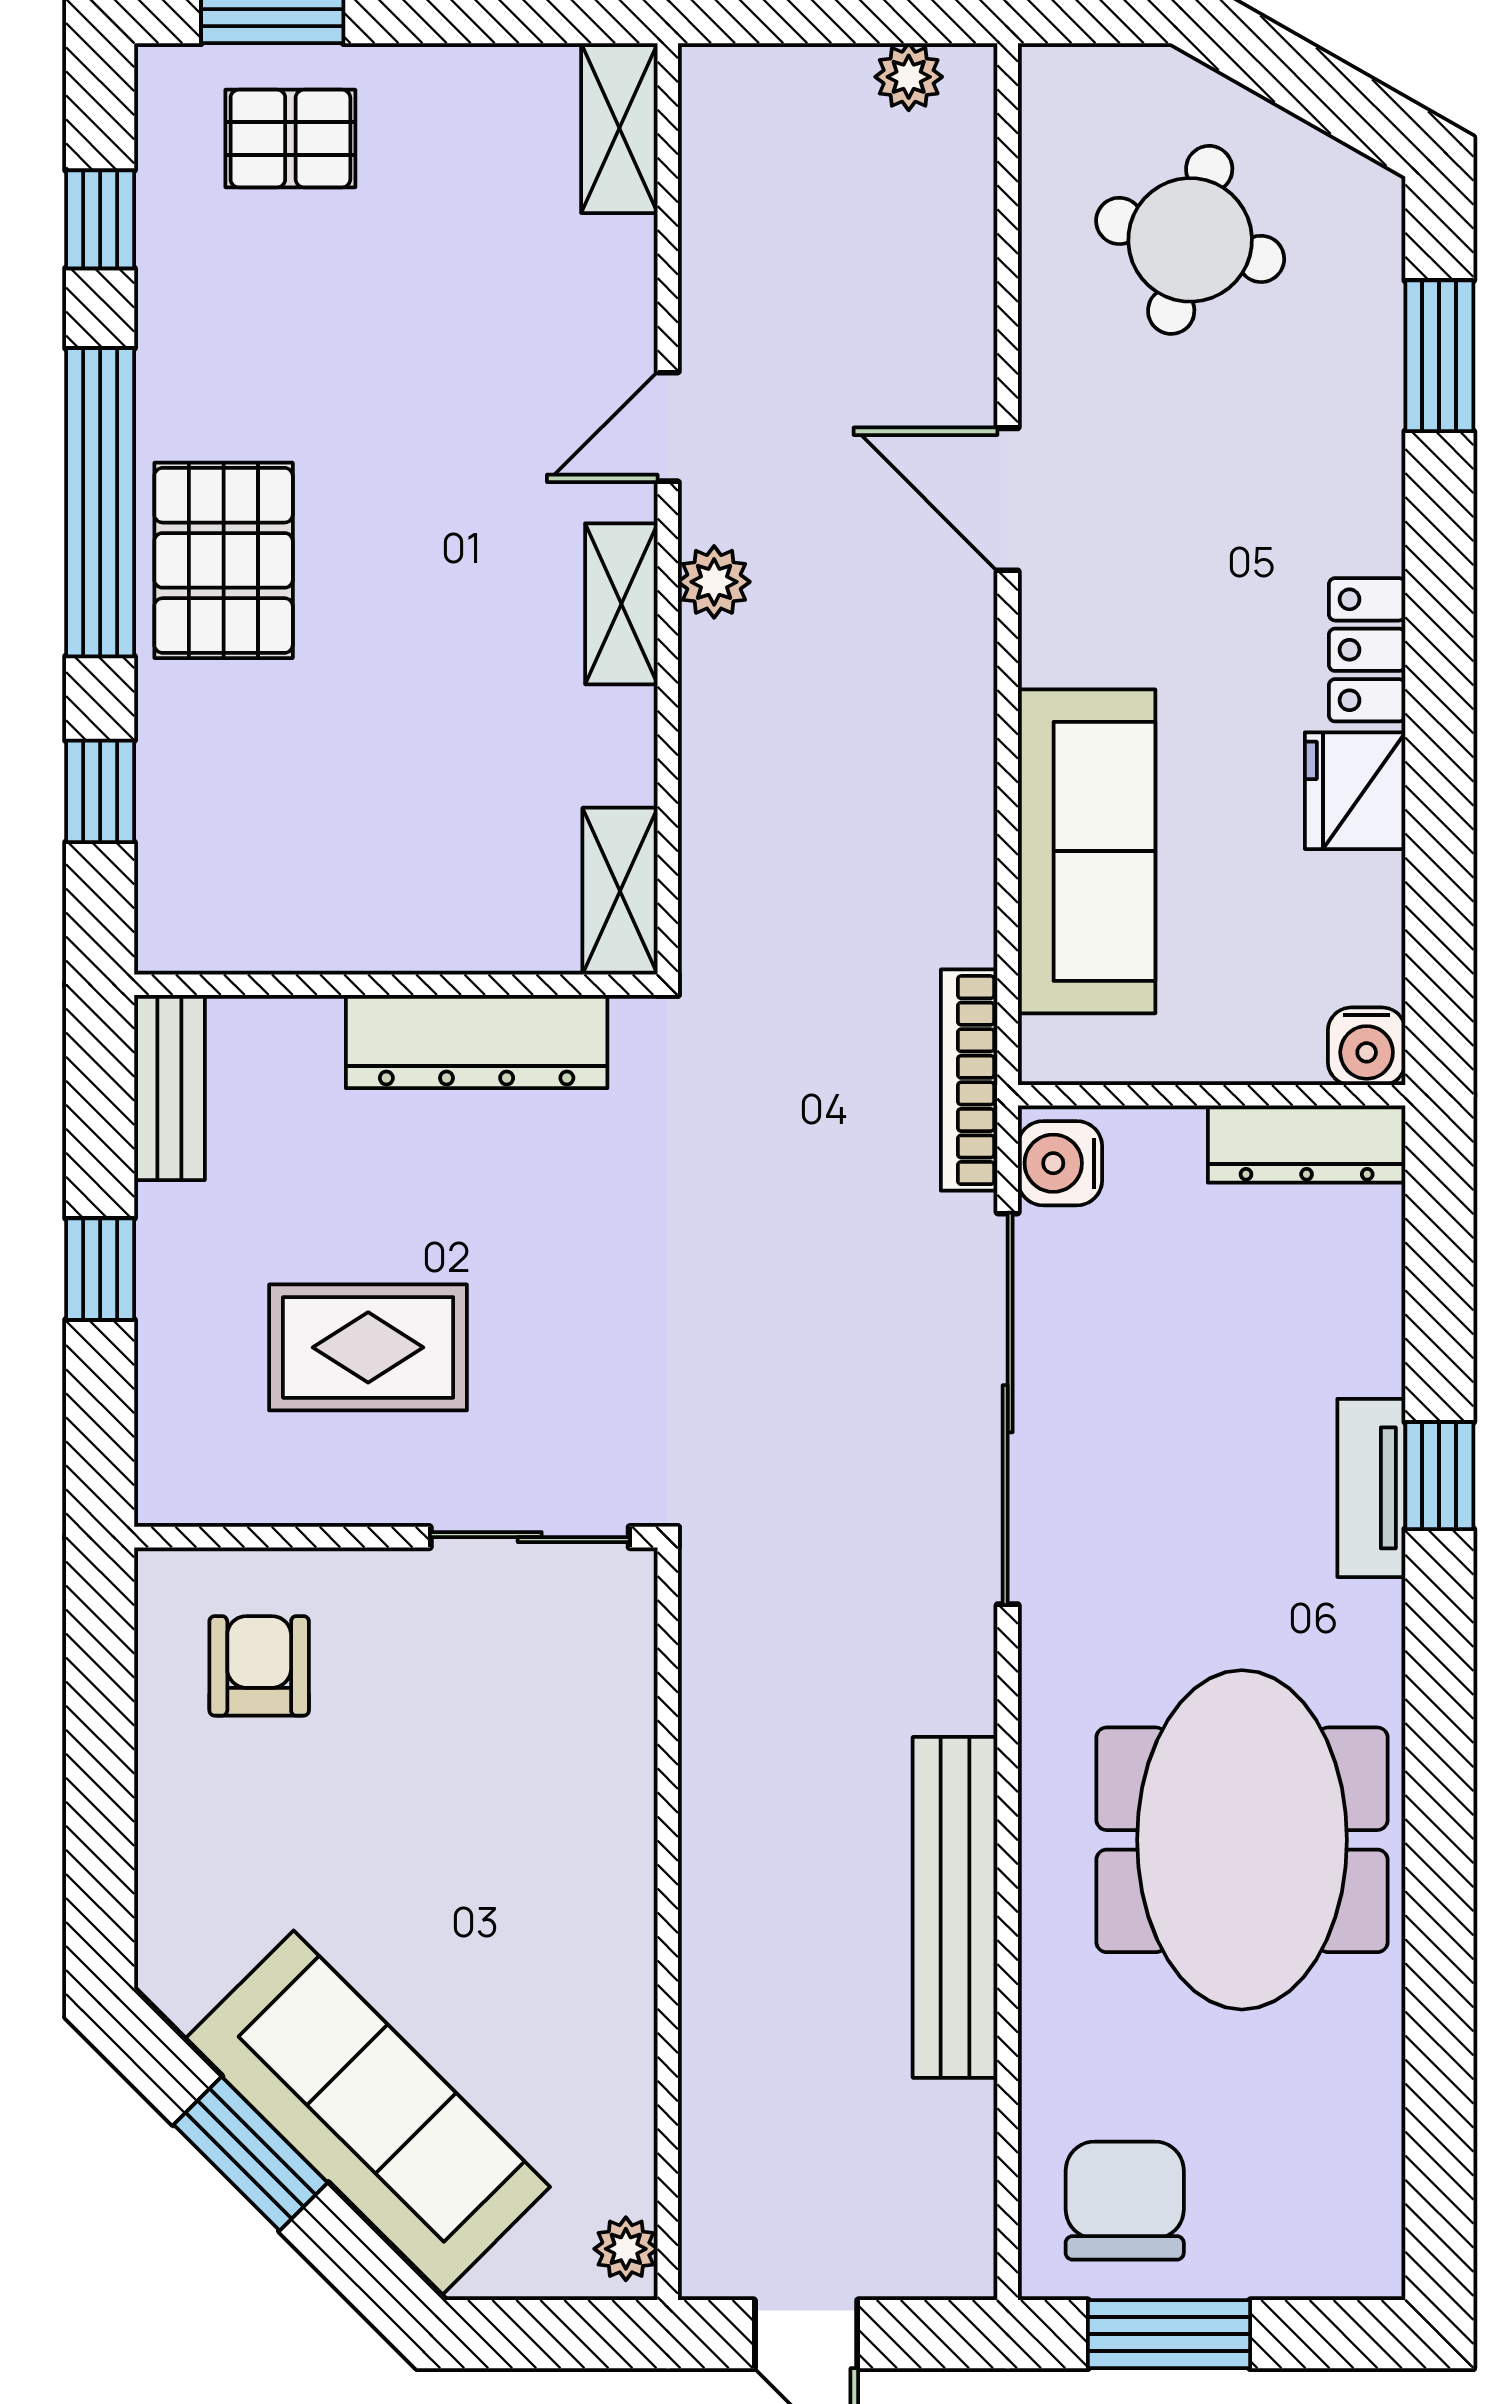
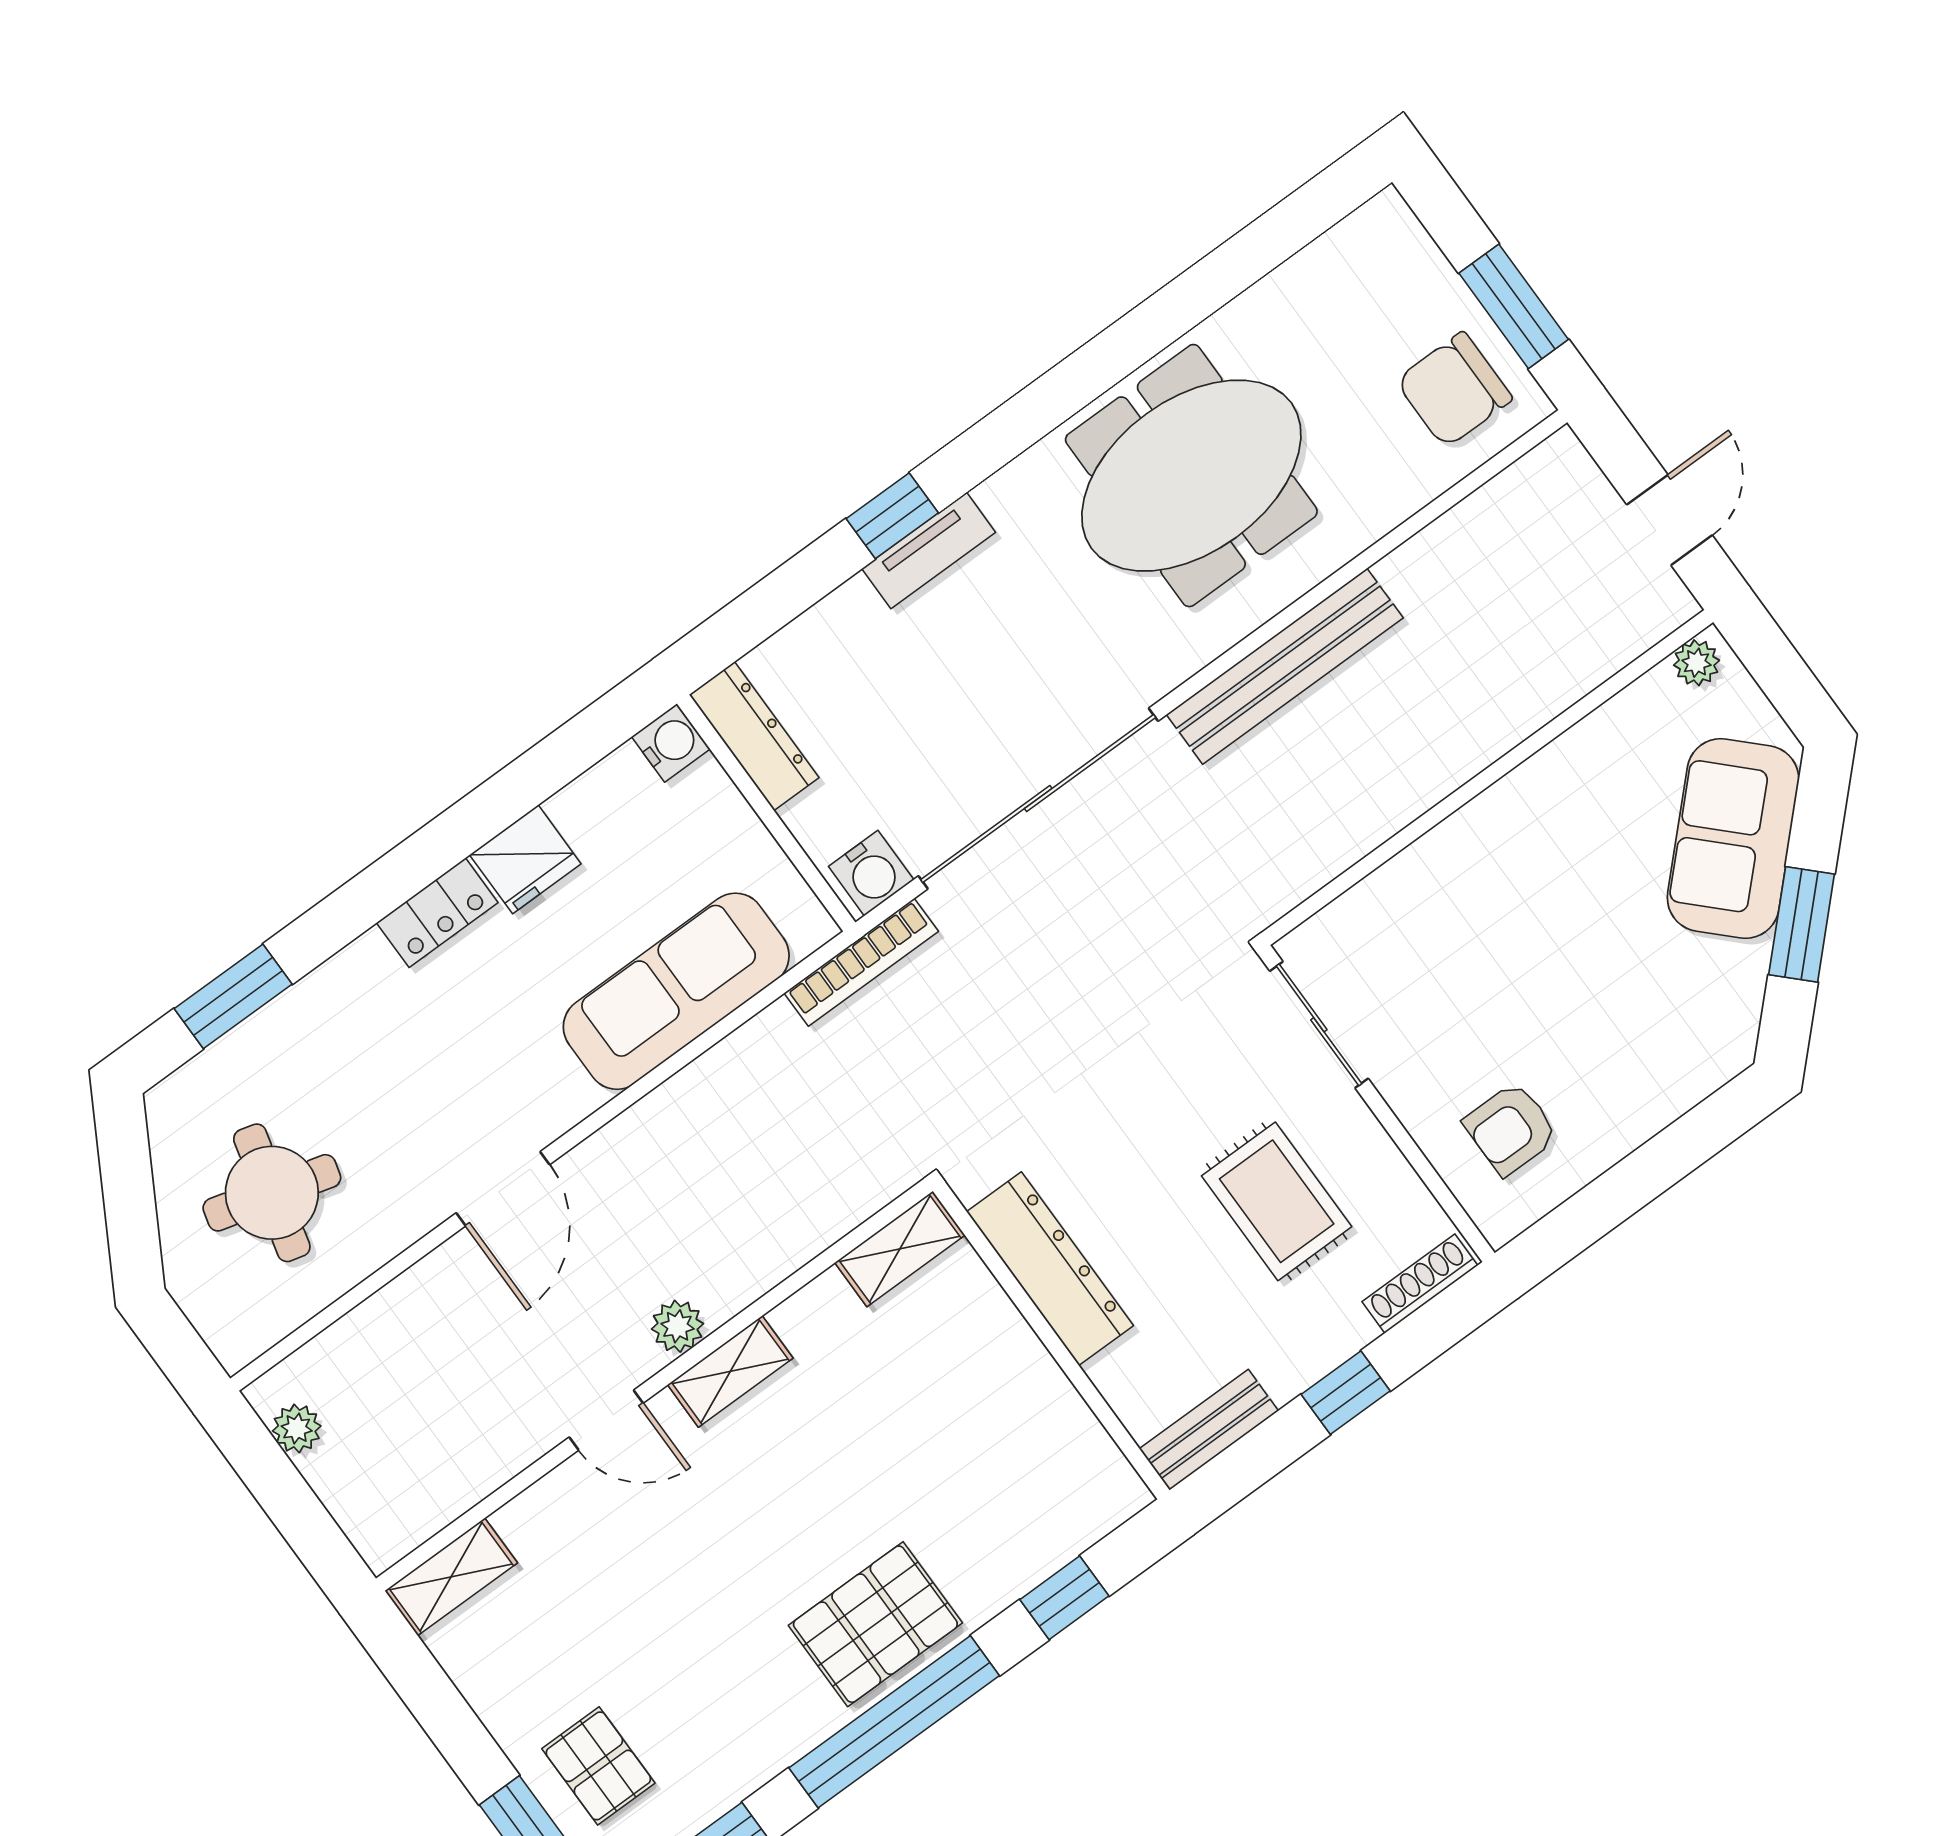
shoe rack: (161, 1440) -> (1420, 1284), added
bench: (955, 1907) -> (1285, 666), moved
sofa: (367, 2113) -> (1733, 838), width x0.73

